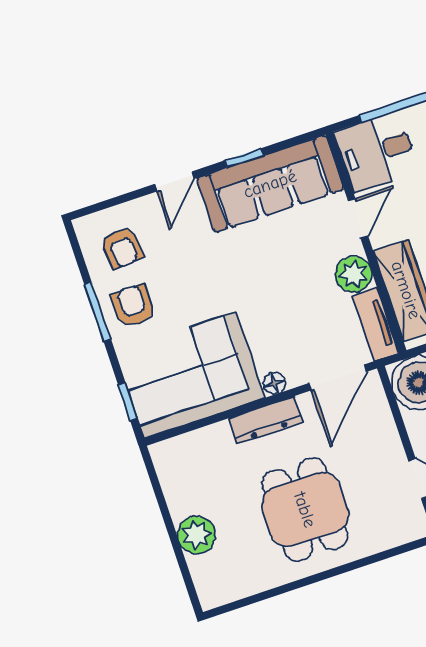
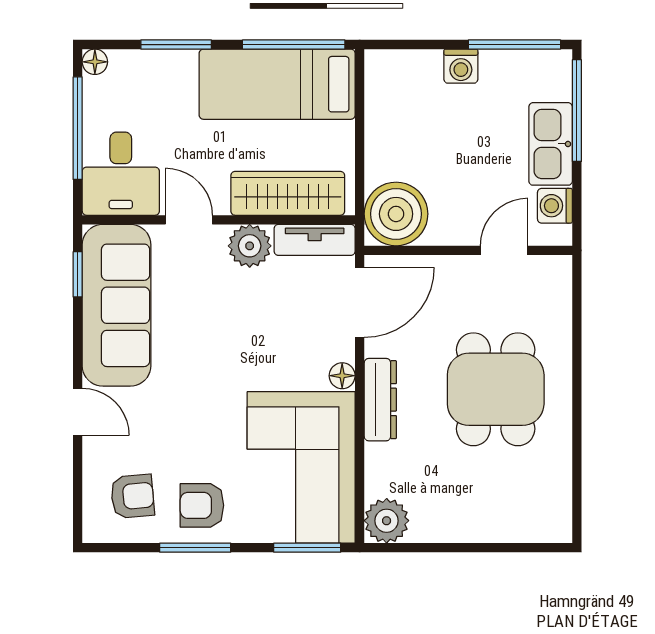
window: (244, 158) -> (78, 274), moved
door: (338, 377) -> (360, 302), hinge flipped
window: (128, 401) -> (307, 548), width x1.50
dining table: (305, 510) -> (496, 389), turned 90
plant: (197, 535) -> (387, 521), moved

